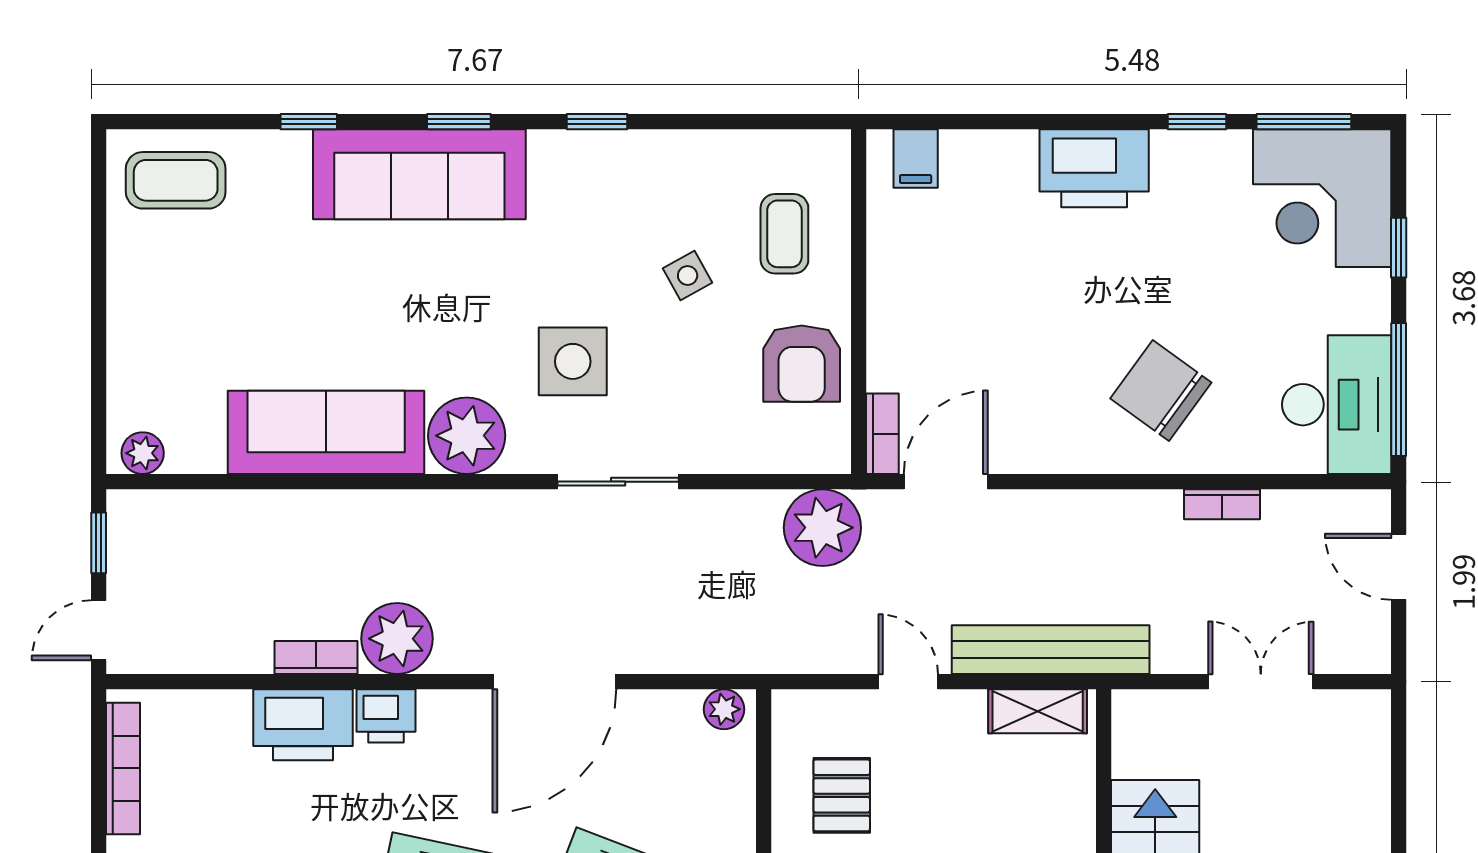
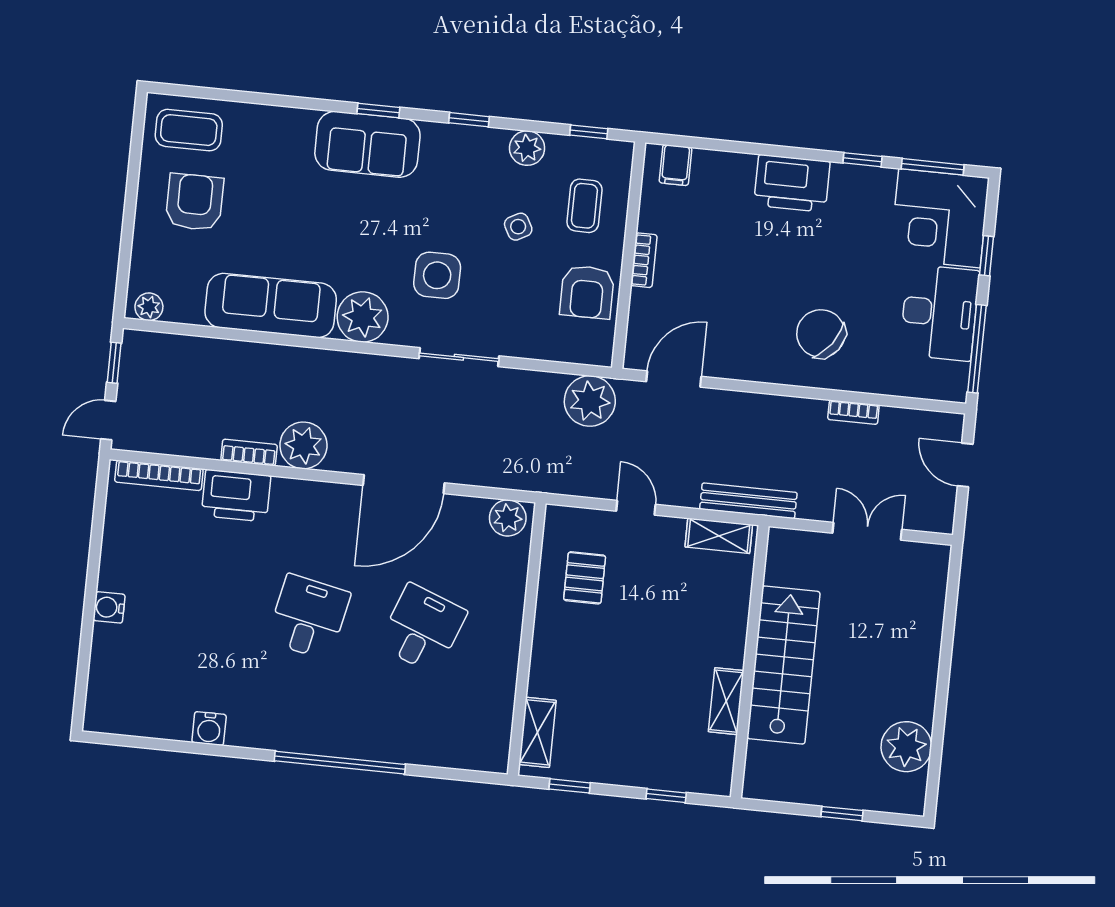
window: (309, 122) -> (589, 132), moved
plant: (689, 156) -> (527, 148), added
sofa: (419, 174) -> (367, 144), width x0.73
armchair: (195, 288) -> (195, 202), added
desk: (1337, 405) -> (940, 313), moved
bookcase: (882, 434) -> (644, 260), moved
bench: (1051, 650) -> (748, 501), width x0.73, depth x0.82
plant: (724, 709) -> (508, 518), width x1.38, depth x1.38
printer: (386, 716) -> (291, 495), removed
bookcase: (123, 768) -> (159, 475), moved, turned 90

